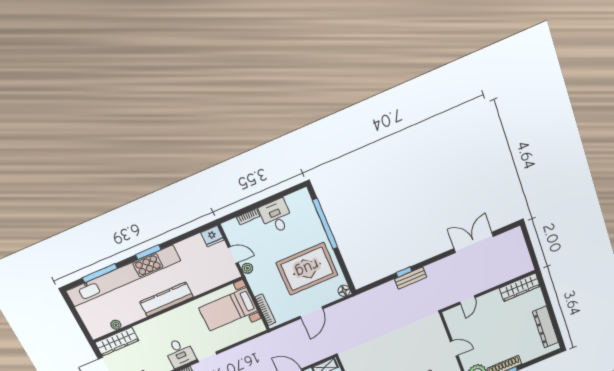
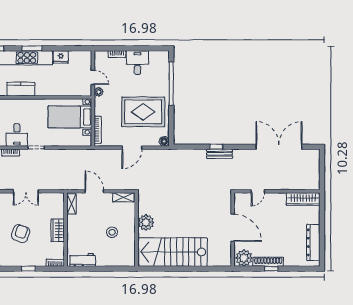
fridge: (212, 236) -> (61, 57), moved
double door: (474, 242) -> (279, 147), width x1.36
kitchen counter: (167, 299) -> (21, 89), width x0.67
door: (454, 349) -> (233, 228), width x1.87

